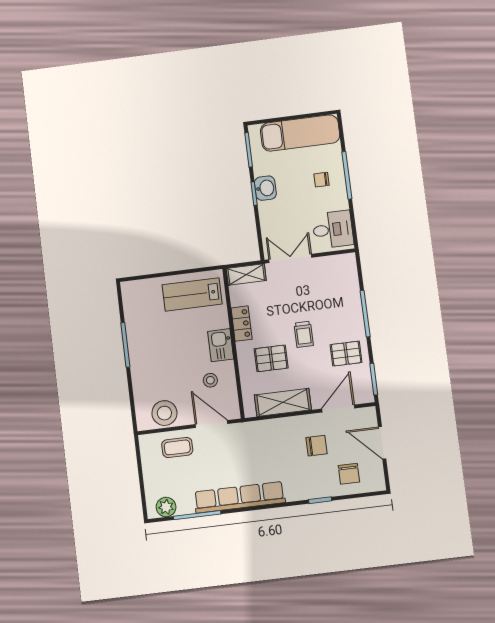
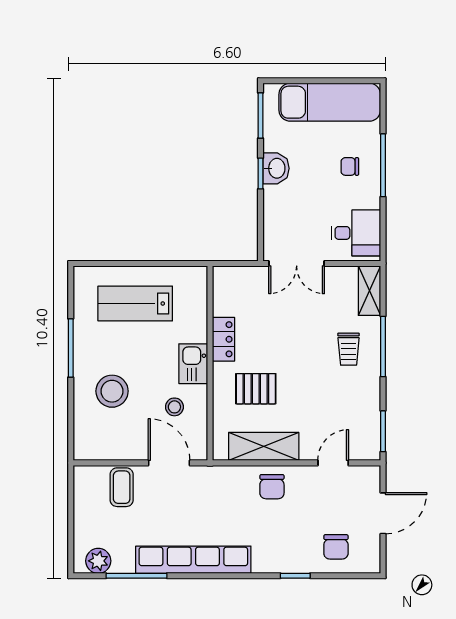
double door: (290, 258) -> (297, 263), swing flipped
shelving: (246, 275) -> (370, 291), moved, turned 90
lab bench: (192, 294) -> (135, 304), moved
trolley: (304, 334) -> (349, 349), moved
pallet: (346, 354) -> (352, 394), removed
door: (338, 408) -> (333, 463), width x0.73
stool: (164, 413) -> (112, 391), moved
door: (382, 443) -> (383, 513), swing flipped
chair: (316, 446) -> (272, 487), moved, turned 90
coffee table: (177, 447) -> (122, 487), turned 90

